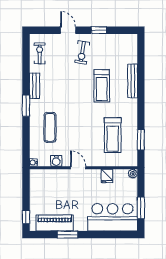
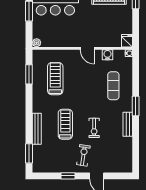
exercise bike: (40, 53) -> (94, 128), moved
window: (141, 55) -> (29, 153), added
fridge: (107, 176) -> (127, 41), moved

